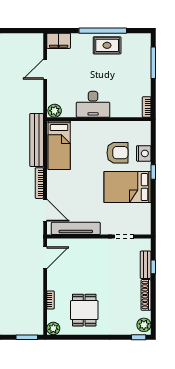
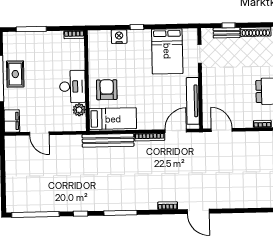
plant: (55, 111) -> (79, 110), moved
armchair: (117, 153) -> (107, 90), moved
bed: (127, 187) -> (167, 51), moved

